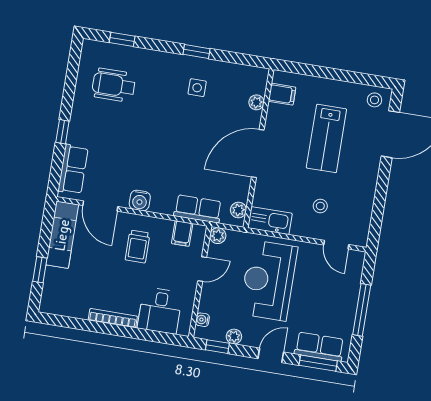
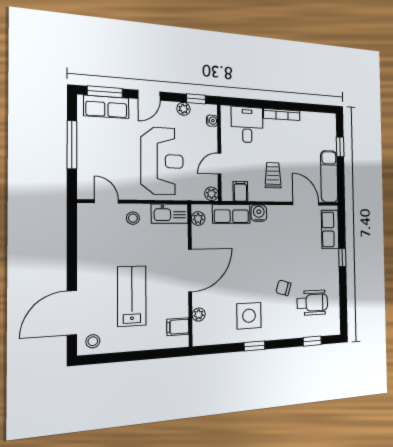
side table: (197, 88) -> (249, 316), width x1.87, depth x1.87
chair: (148, 111) -> (283, 288), added
water cooler: (140, 201) -> (259, 213), moved
stool: (320, 206) -> (133, 218), moved

